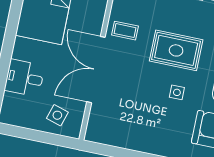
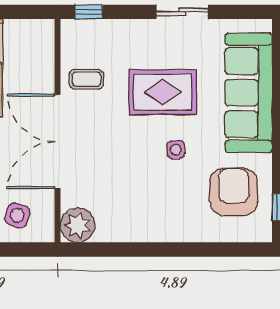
plant: (98, 131) -> (77, 225), added

